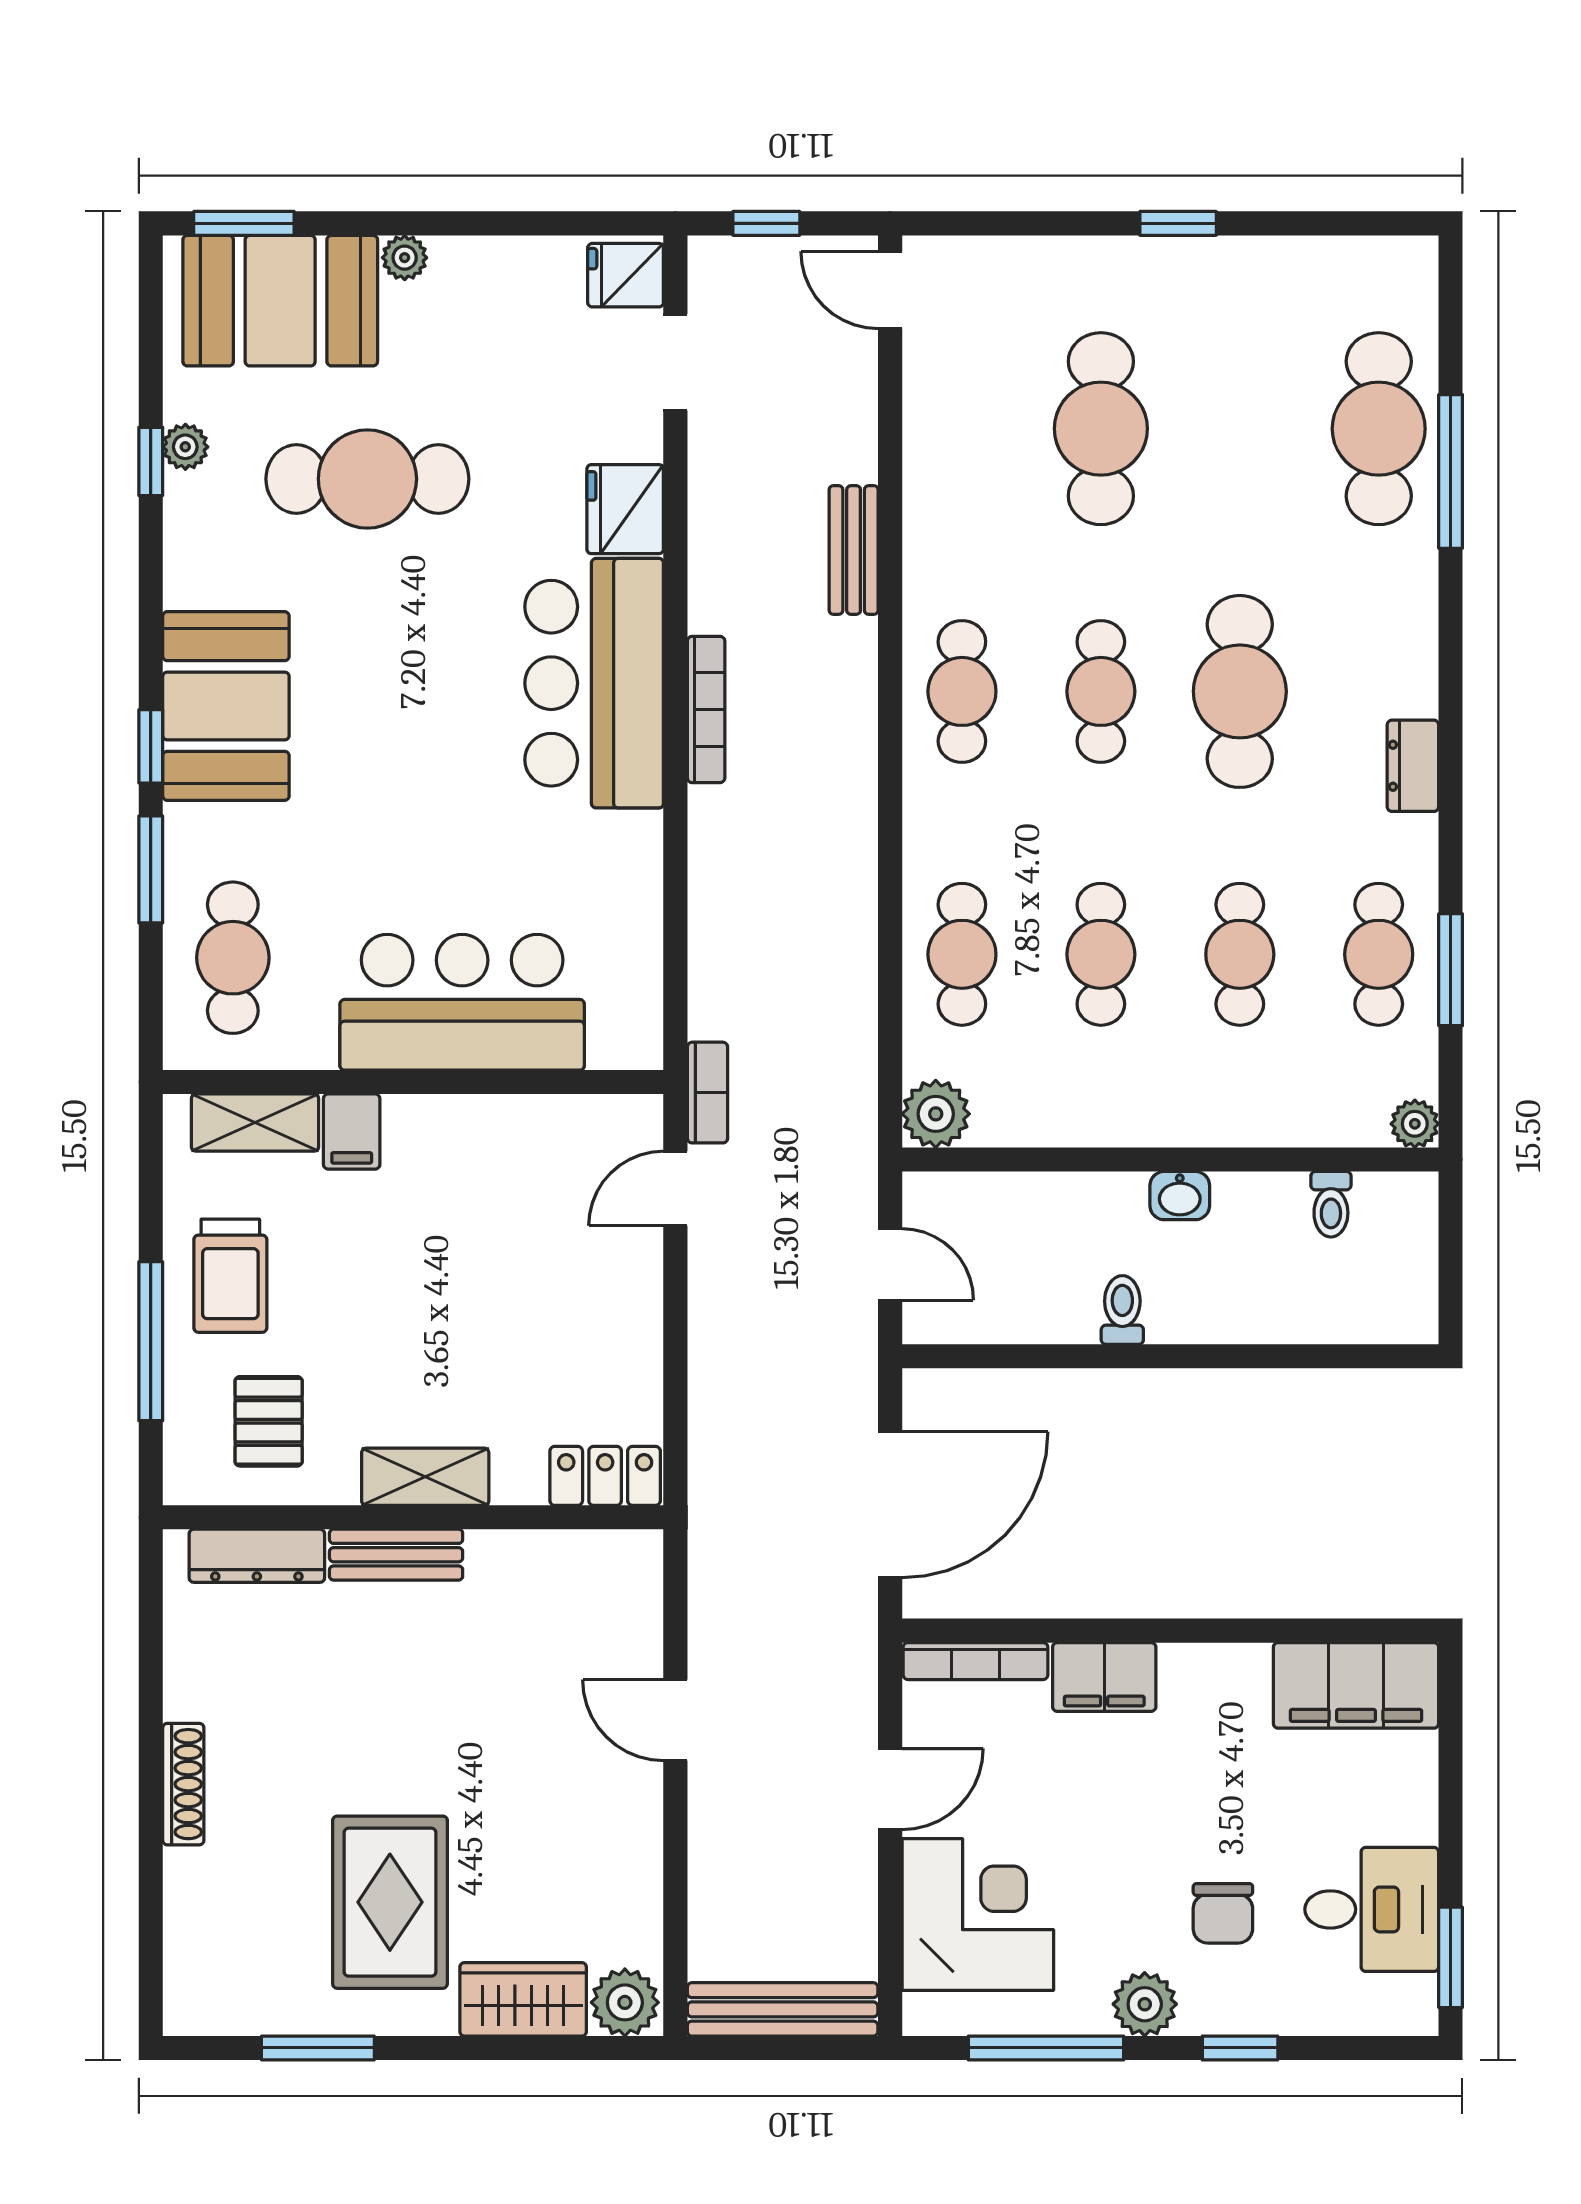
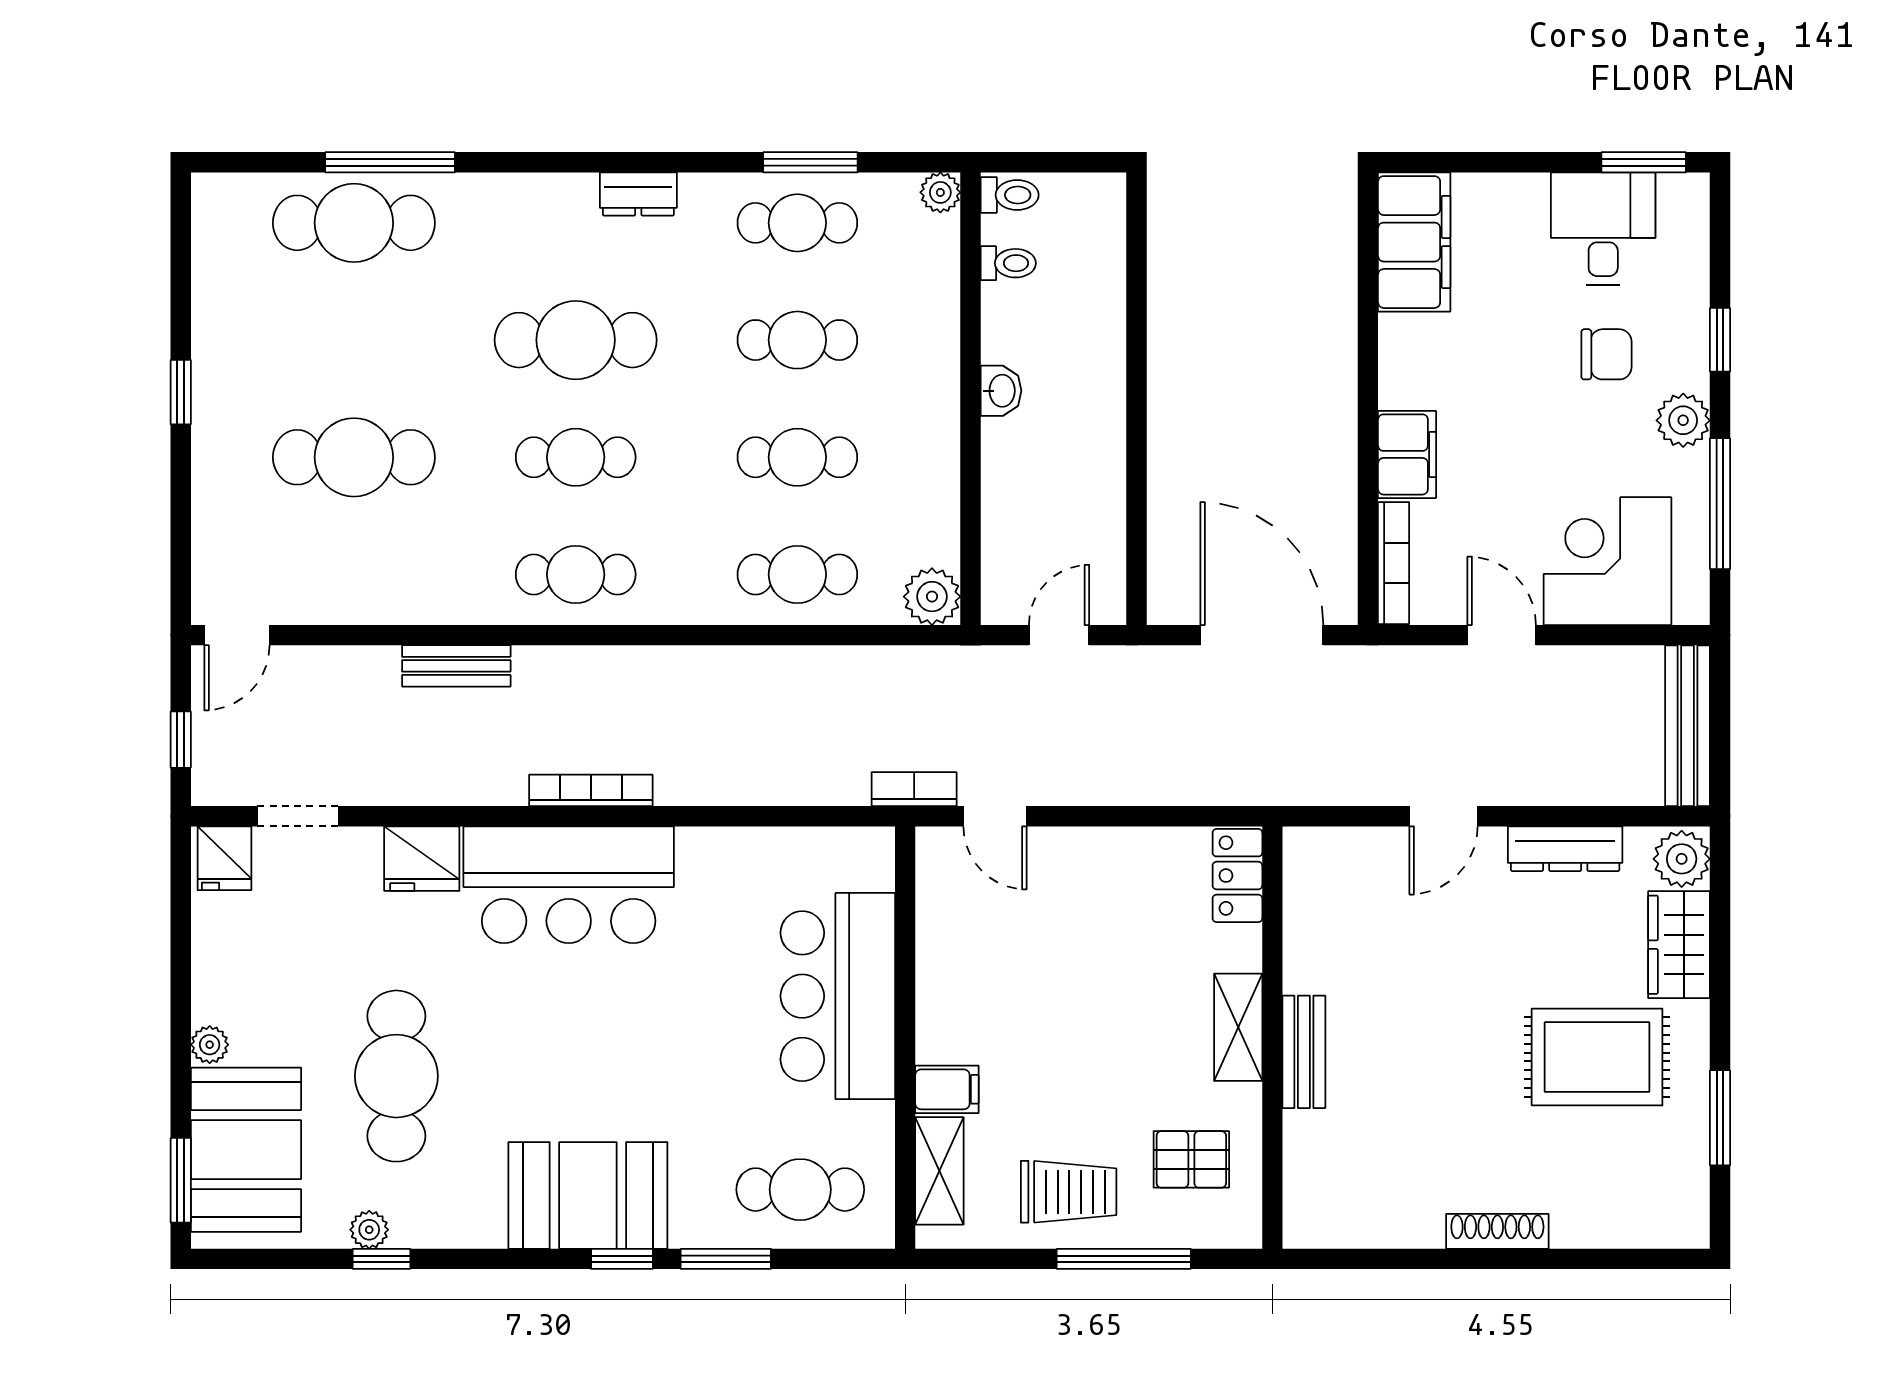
toilet: (1122, 1310) -> (1010, 195), moved, turned 180
dresser: (257, 1556) -> (1565, 849), moved, turned 90

